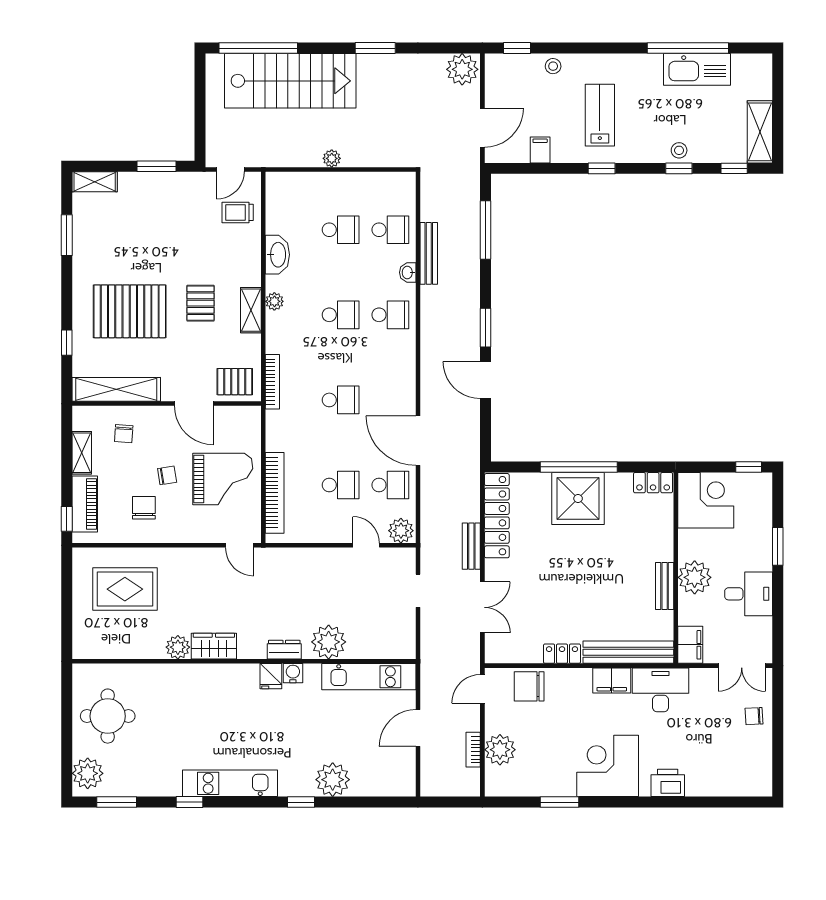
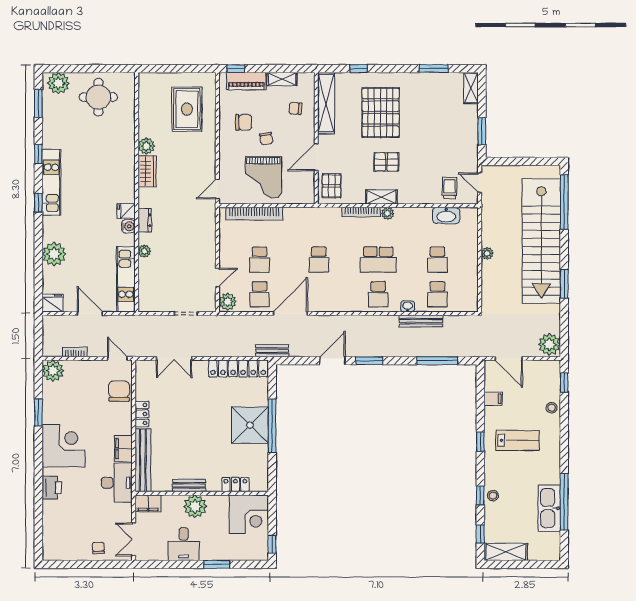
stairs: (290, 81) -> (541, 241), width x1.36
washbasin: (277, 255) -> (446, 215), moved
school desk: (341, 315) -> (378, 260), width x1.85
bookcase: (272, 382) -> (361, 212), moved
locker: (653, 483) -> (235, 485), moved, turned 90
bench: (471, 546) -> (272, 351), moved
plant: (329, 642) -> (144, 251), width x0.53, depth x0.53
plant: (500, 750) -> (53, 371), moved
fridge: (403, 782) -> (53, 303), added
window: (301, 802) -> (38, 203), moved

